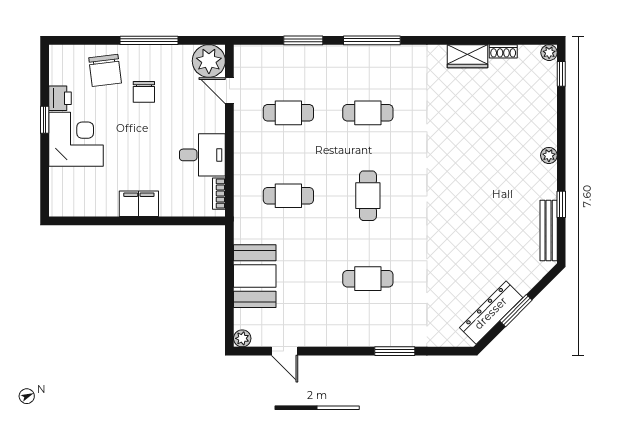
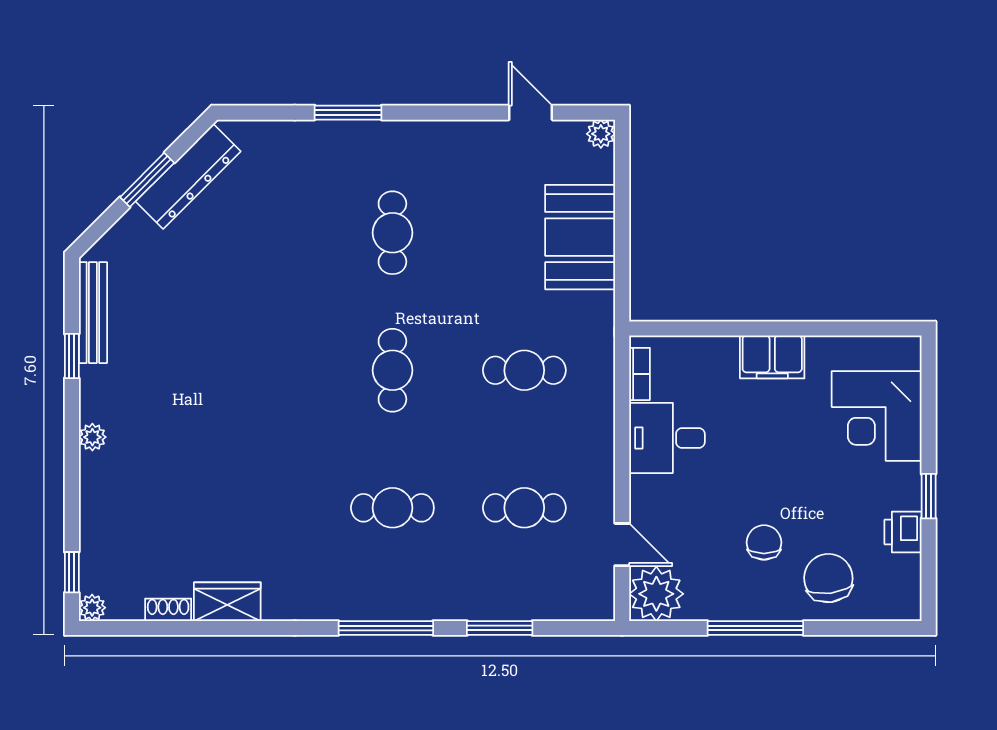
corner desk: (76, 139) -> (877, 416), moved
cafe table: (368, 279) -> (392, 233), turned 90

